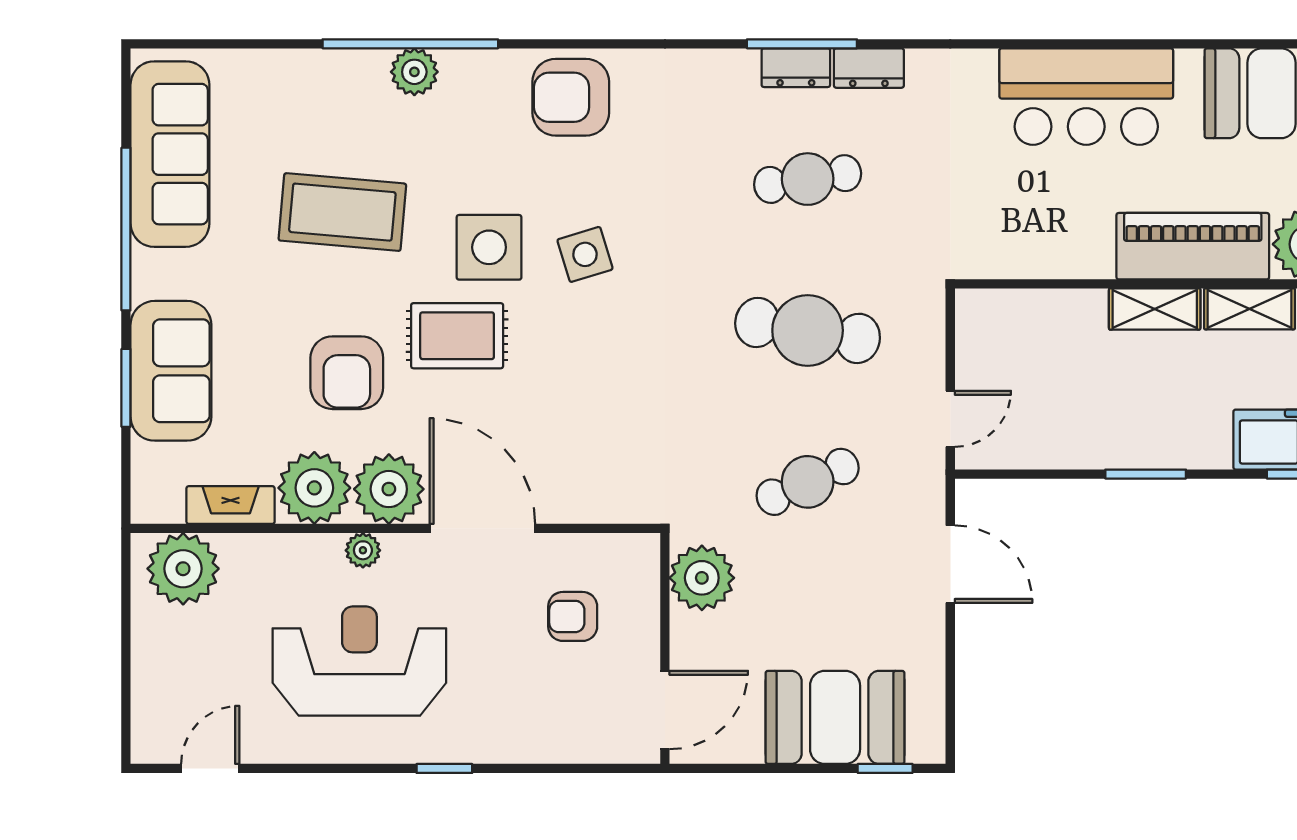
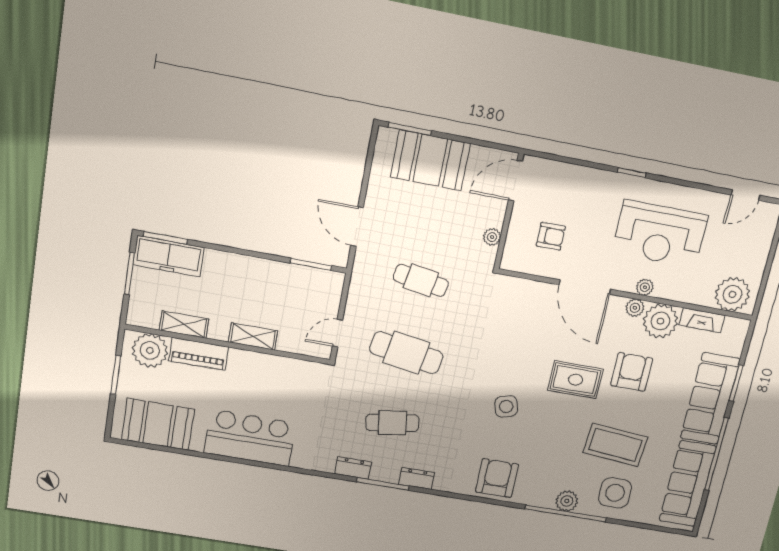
dresser: (796, 68) -> (416, 478), moved
armchair: (571, 97) -> (497, 478), turned -90
piano: (1193, 246) -> (199, 354), width x0.73, depth x0.75
side table: (489, 247) -> (615, 493), moved
shelving: (1155, 309) -> (253, 336), moved
sofa: (171, 371) -> (710, 399), width x1.36
door: (950, 419) -> (338, 333), moved
window: (1146, 474) -> (311, 264), moved
cafe table: (808, 482) -> (421, 280), turned 33
plant: (389, 489) -> (635, 308), width x0.53, depth x0.53
plant: (702, 578) -> (492, 237), width x0.53, depth x0.53
window: (885, 768) -> (410, 129), width x1.50

